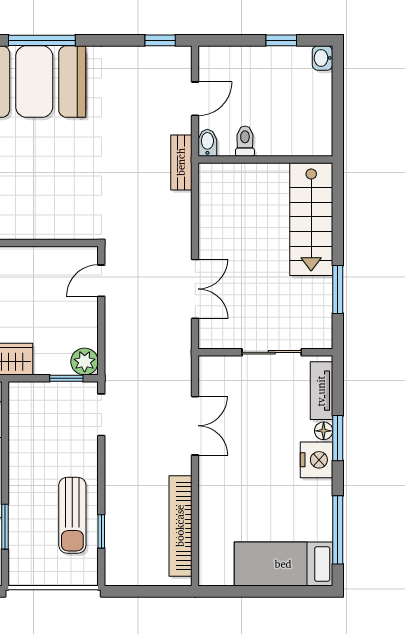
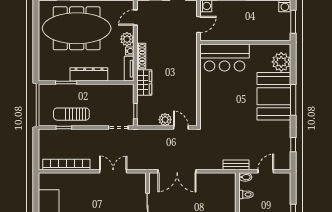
window: (160, 40) -> (293, 145), moved
door: (195, 99) -> (266, 171), swing flipped
double door: (195, 289) -> (177, 171), width x1.37
plant: (85, 362) -> (165, 120), moved
double door: (195, 426) -> (113, 171), swing flipped

